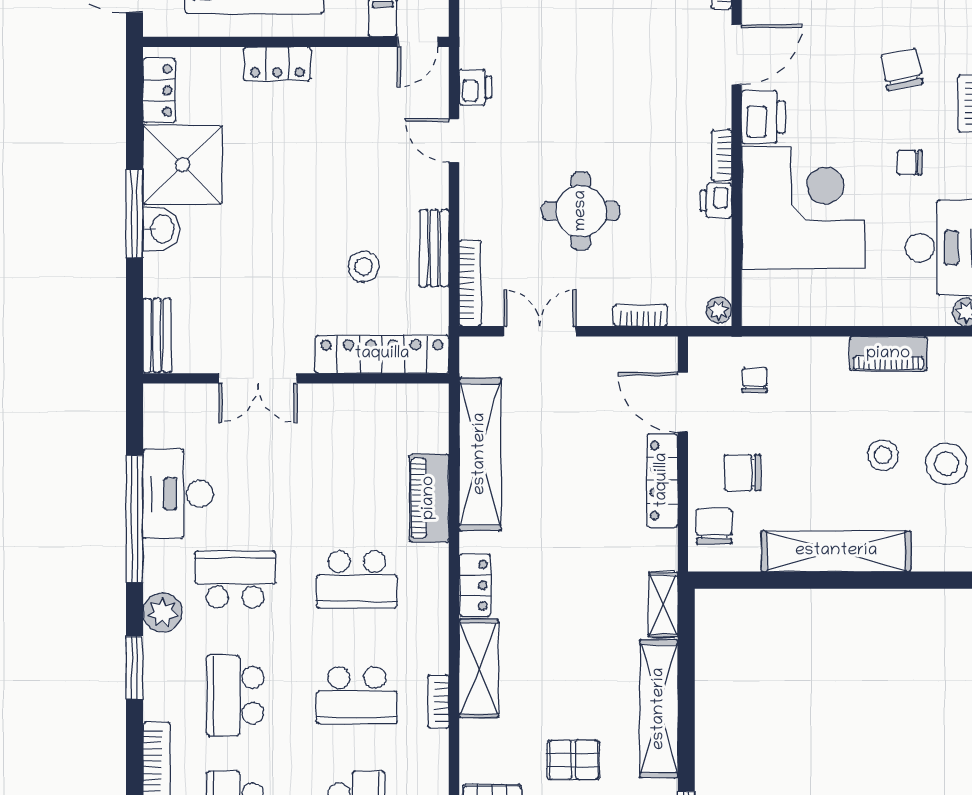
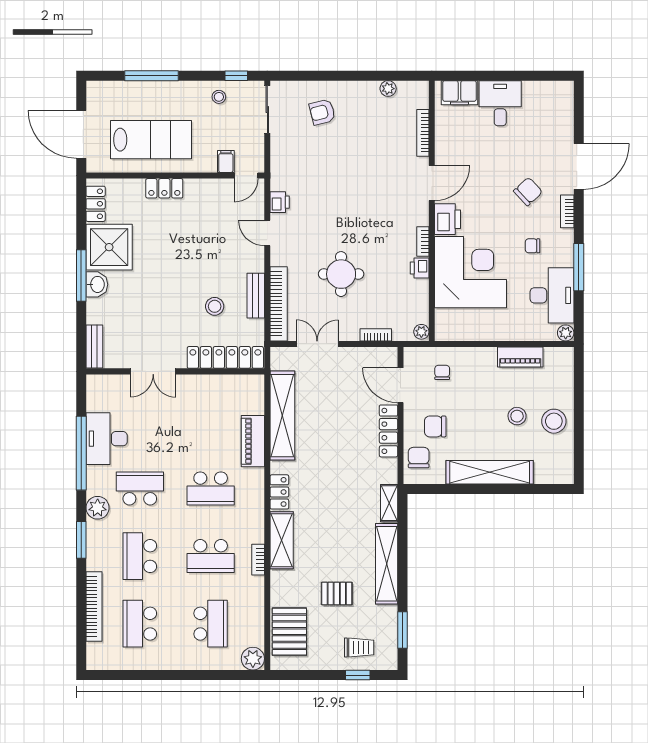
chair: (902, 69) -> (528, 191), turned 58
bookcase: (470, 283) -> (279, 304), width x1.48, depth x1.31

